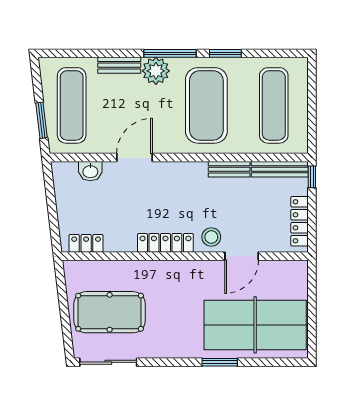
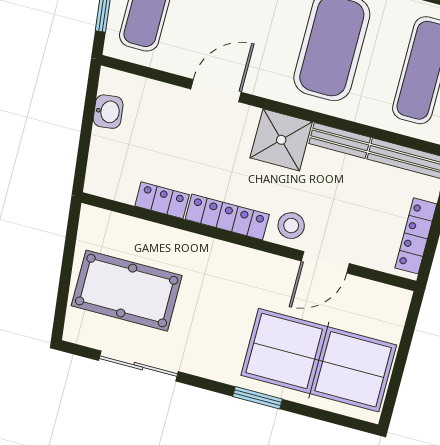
washbasin: (90, 171) -> (108, 112), moved, turned -97
shower: (189, 180) -> (281, 140), added
locker: (86, 243) -> (162, 200), moved
sliding door: (108, 362) -> (138, 366), moved

